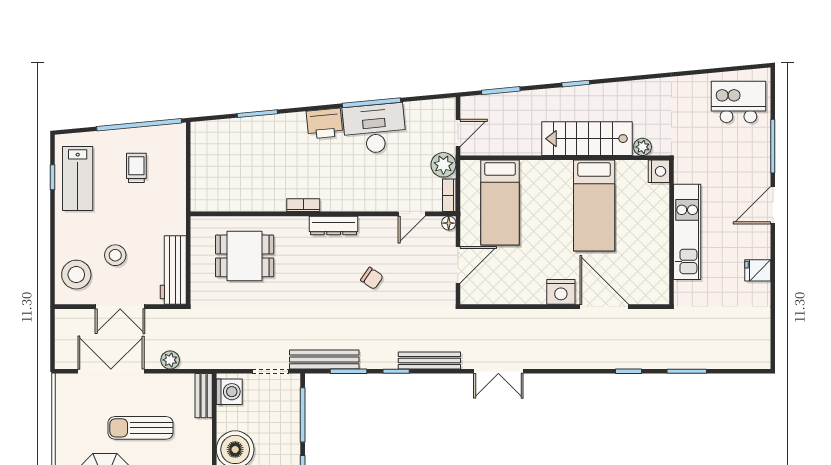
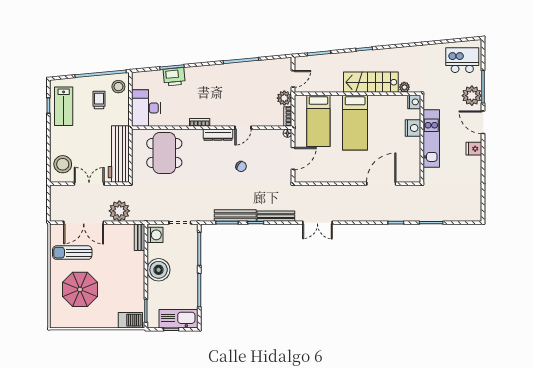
printer: (325, 124) -> (174, 77), moved
desk: (374, 129) -> (146, 108), moved, turned -85
plant: (754, 161) -> (472, 96), added
door: (773, 205) -> (483, 122), hinge flipped
bed: (594, 206) -> (355, 123), moved
door: (412, 214) -> (243, 128), moved
stool: (115, 255) -> (118, 87), moved
dining table: (245, 256) -> (164, 153), width x1.38
workbench: (173, 270) -> (119, 154), width x1.36, depth x1.32
fridge: (758, 270) -> (474, 149), moved
nightstand: (561, 292) -> (413, 128), moved, turned -90
double door: (120, 307) -> (89, 184), swing flipped
door: (604, 307) -> (381, 184), hinge flipped
bench: (324, 359) -> (235, 215), moved
plant: (170, 360) -> (119, 211), width x1.88, depth x1.88
double door: (111, 371) -> (84, 223), swing flipped
sun lounger: (140, 428) -> (72, 253), moved

